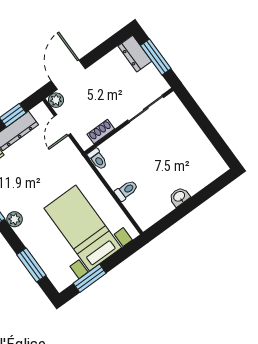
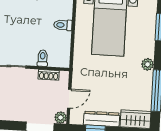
toilet: (98, 159) -> (43, 58), moved

